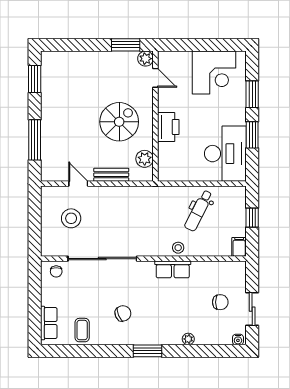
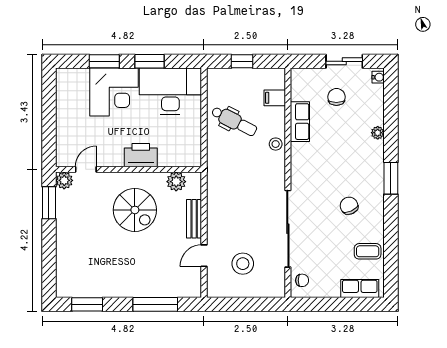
corner desk: (214, 72) -> (114, 92), moved, turned 90
spiral stairs: (119, 122) -> (135, 210), turned 180
filing cabinet: (239, 247) -> (275, 98), moved
row of seats: (173, 269) -> (300, 122), moved

